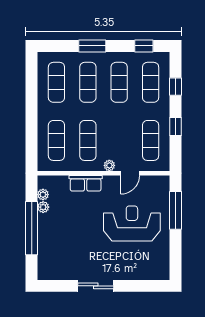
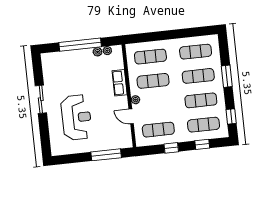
reception desk: (132, 223) -> (76, 117), moved

